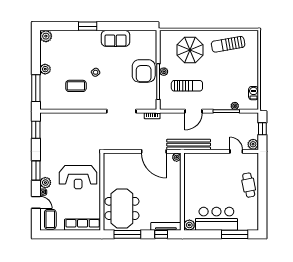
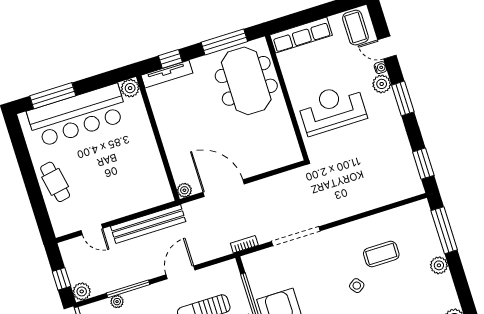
plant: (253, 144) -> (82, 291), moved
bench: (189, 145) -> (148, 224), moved
bar counter: (216, 219) -> (78, 115), width x1.36

